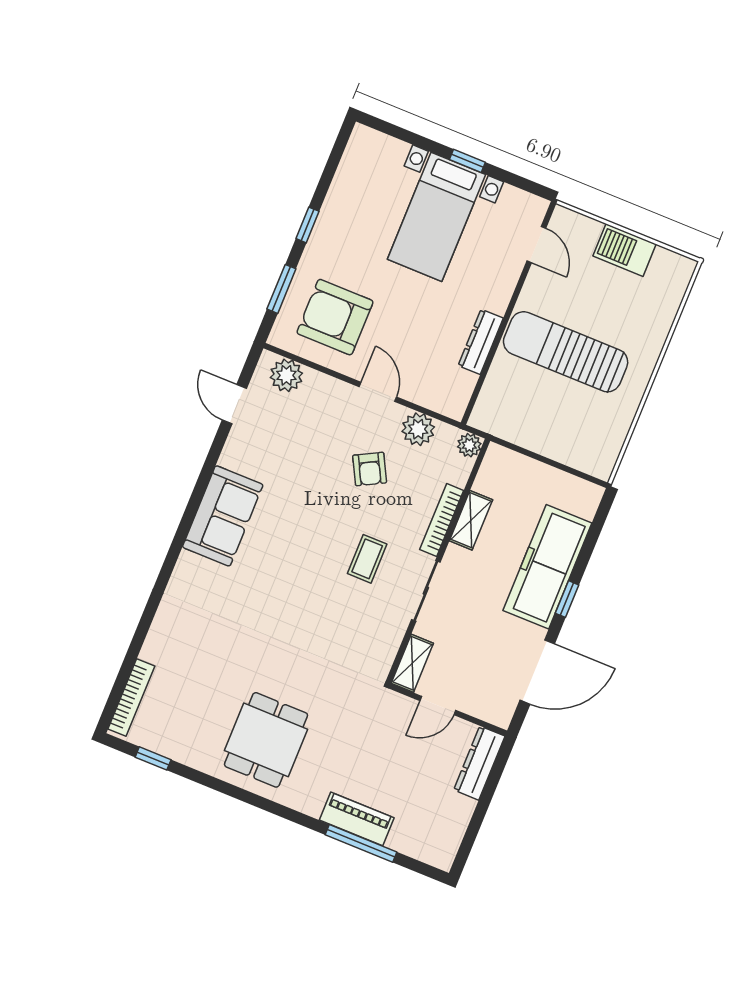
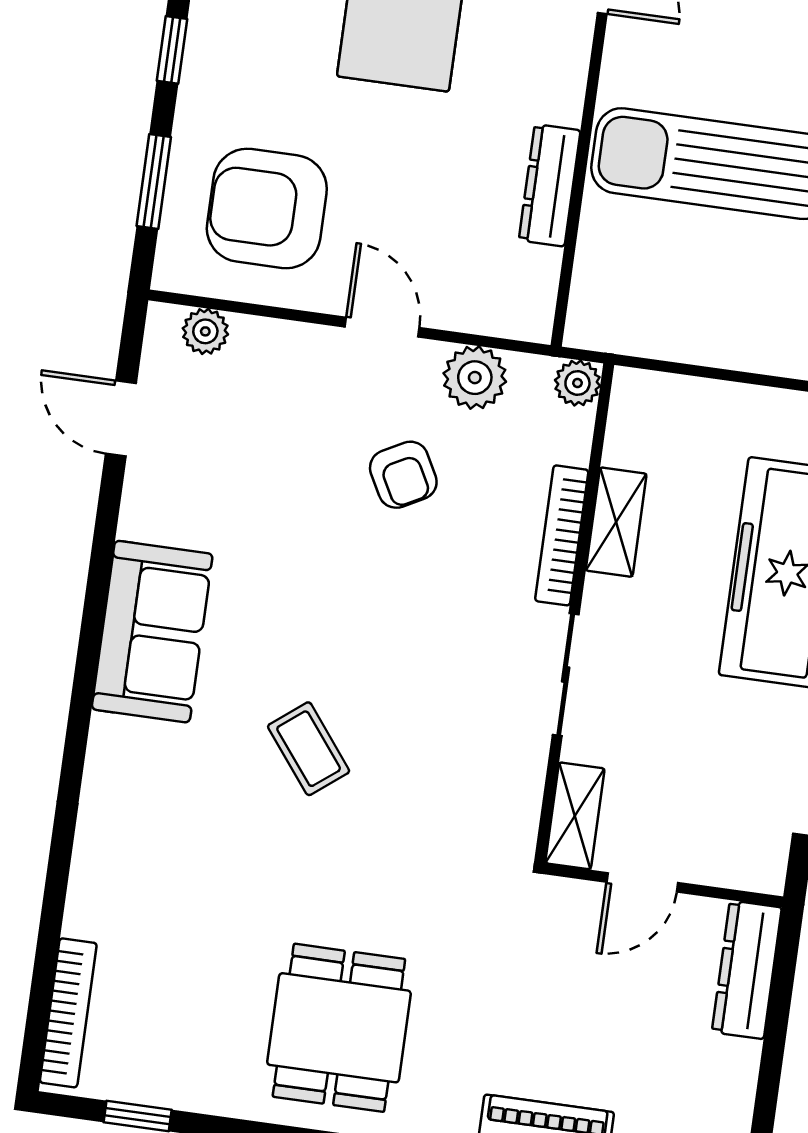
plant: (286, 375) -> (205, 331), width x0.73, depth x0.73
coffee table: (367, 559) -> (309, 749), moved, turned -38

